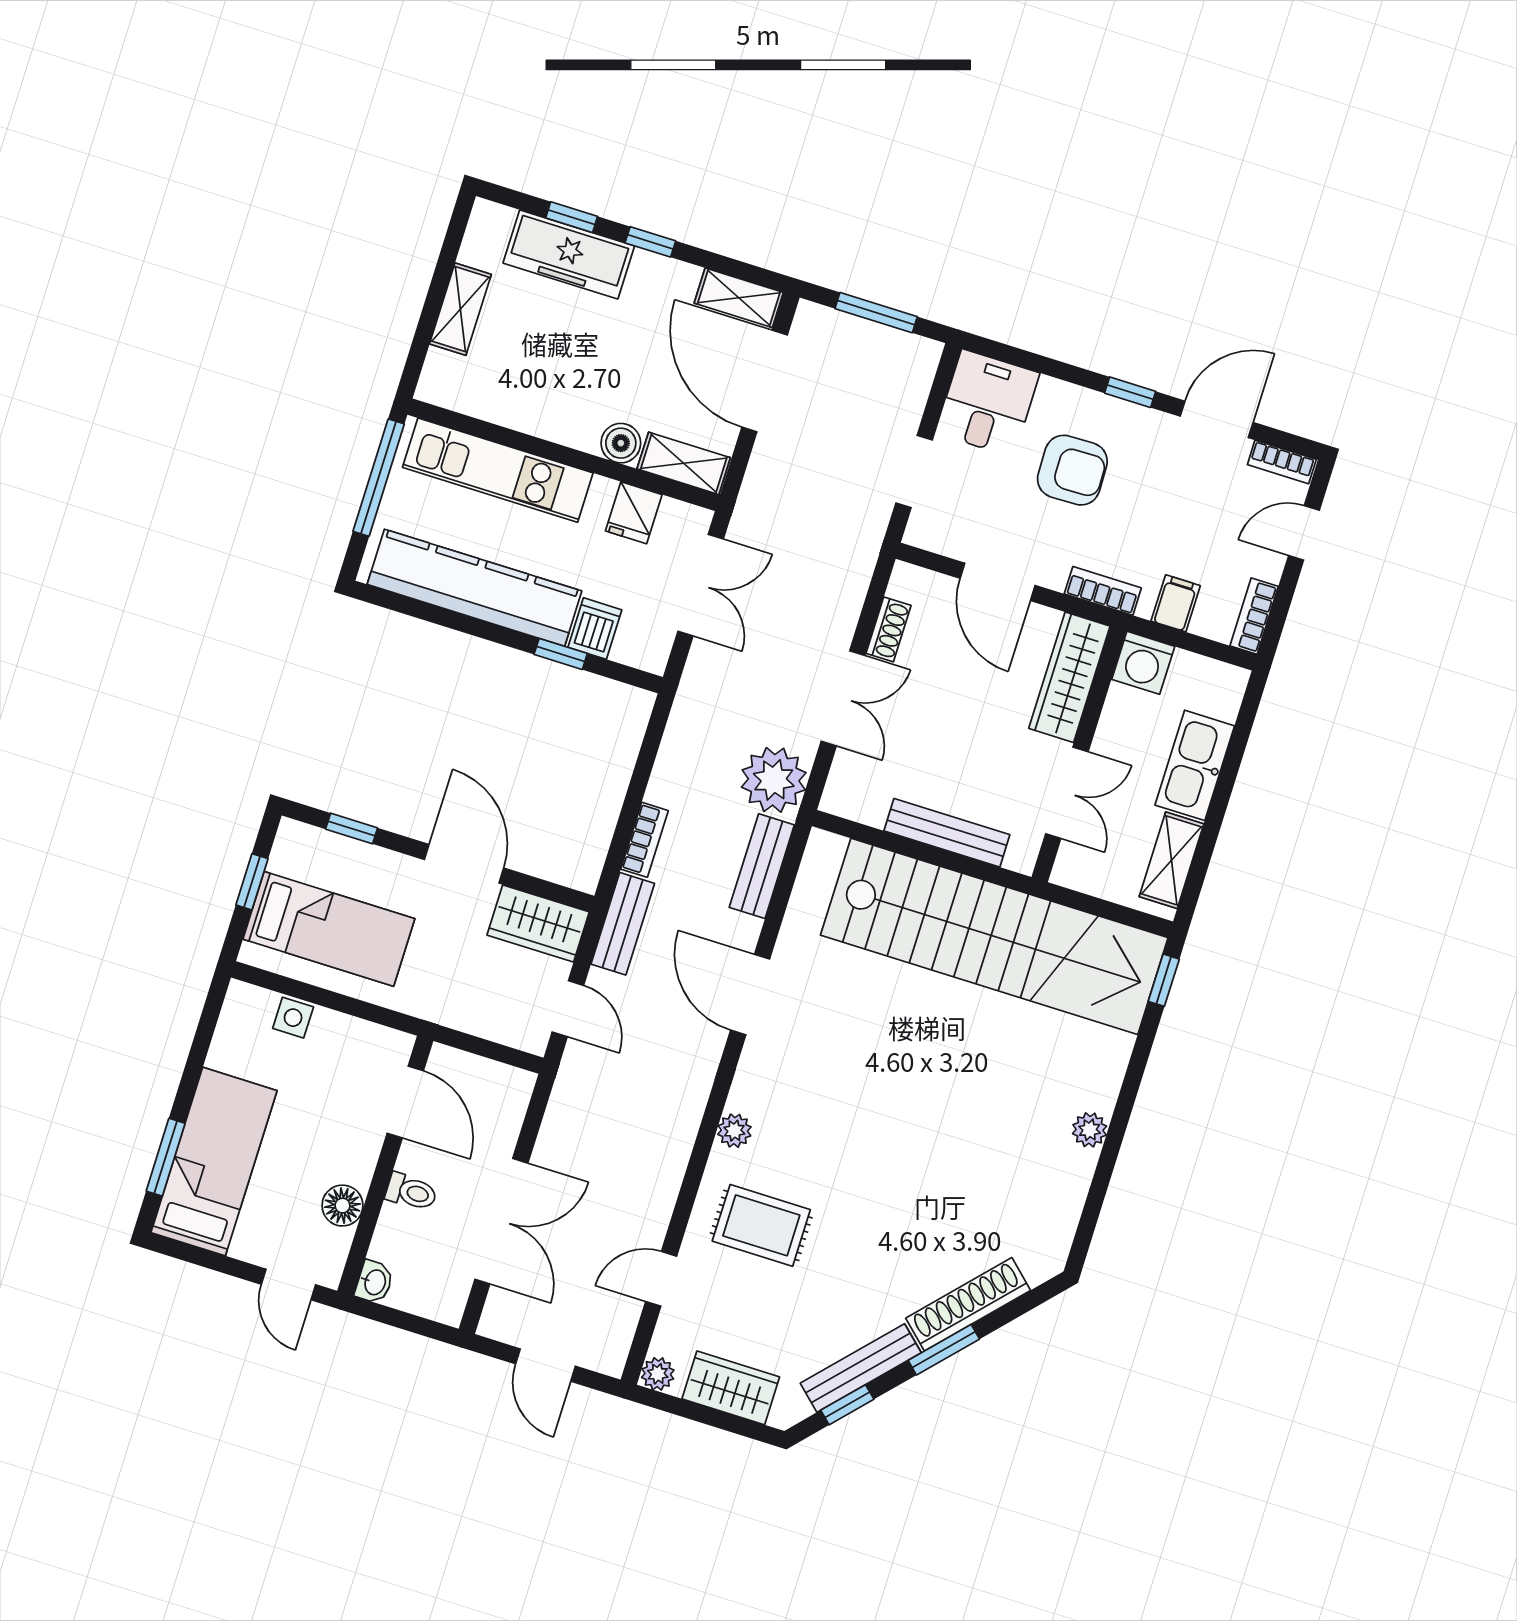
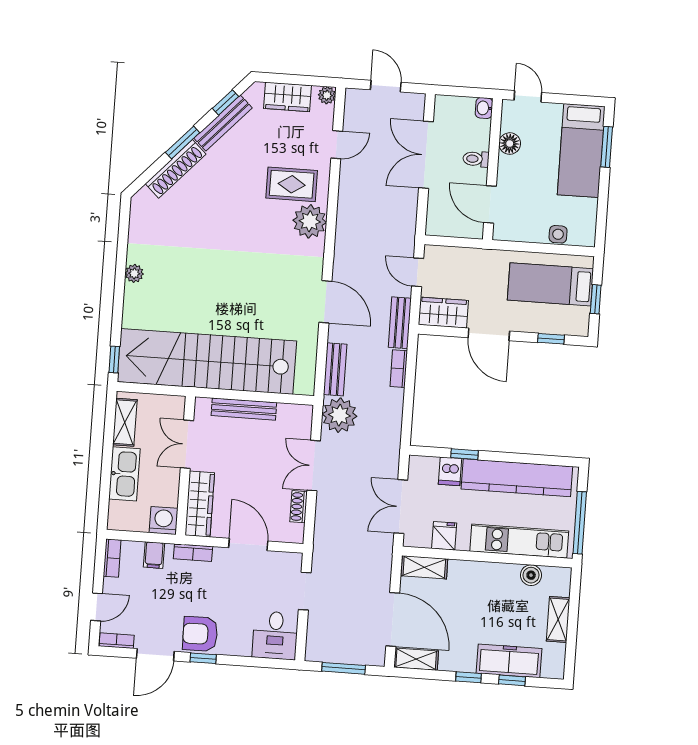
boiler: (621, 443) -> (531, 575), moved
armchair: (1072, 470) -> (200, 634), moved
plant: (734, 1131) -> (310, 221), width x1.88, depth x1.88

